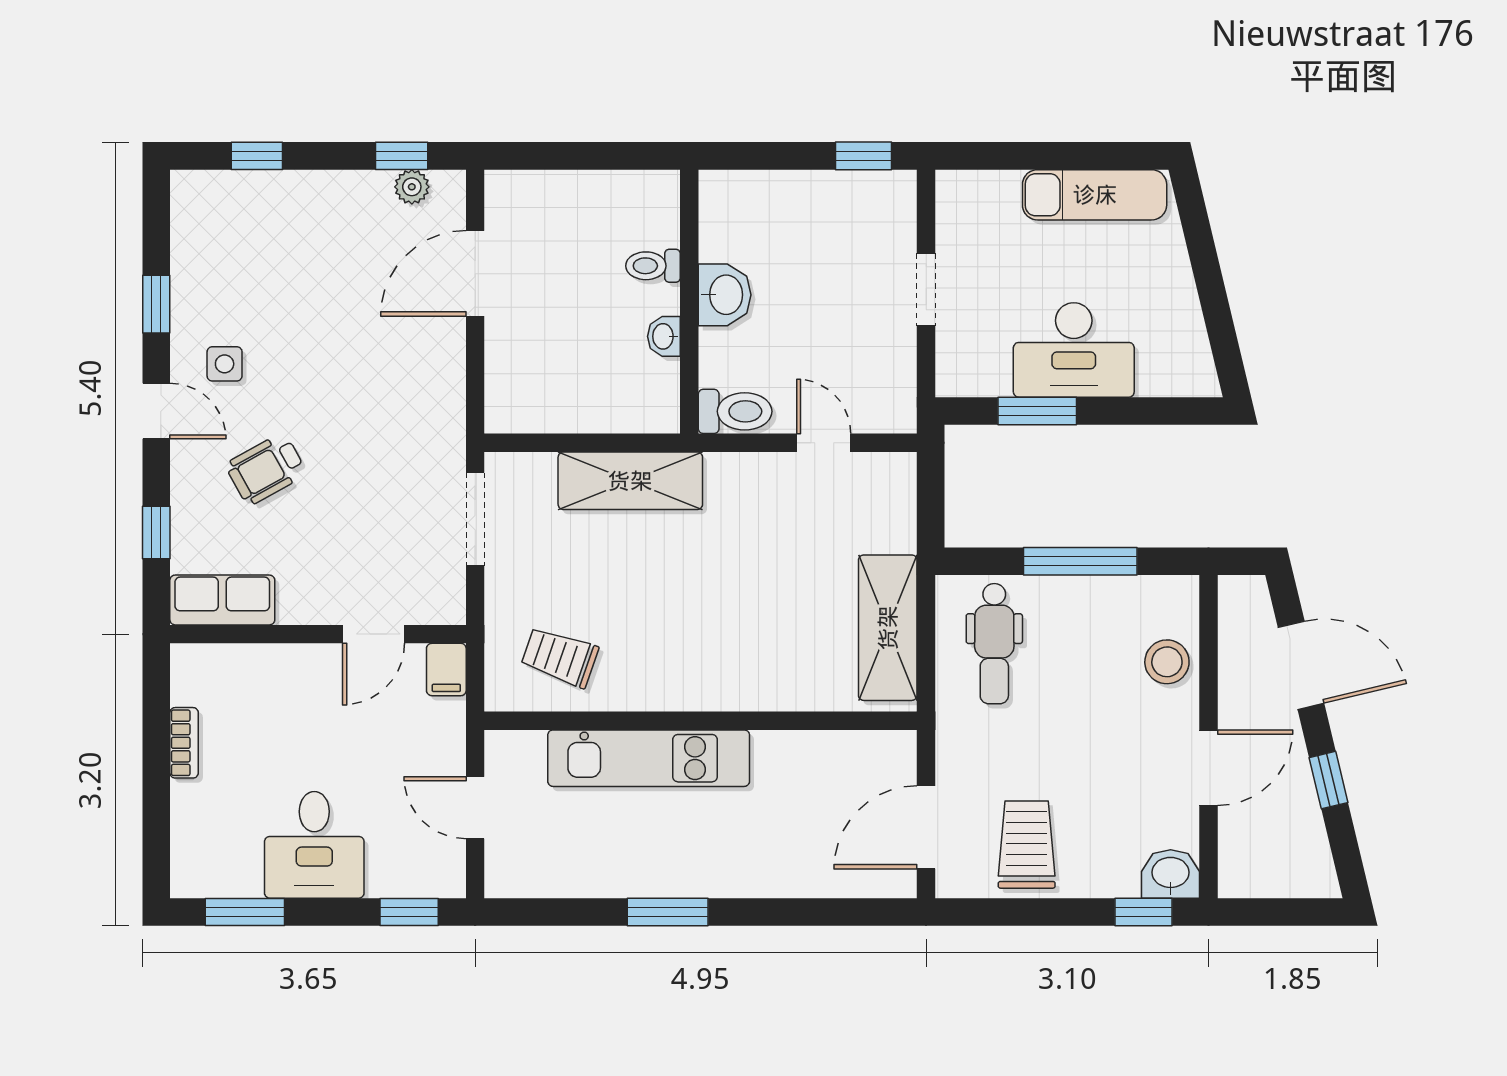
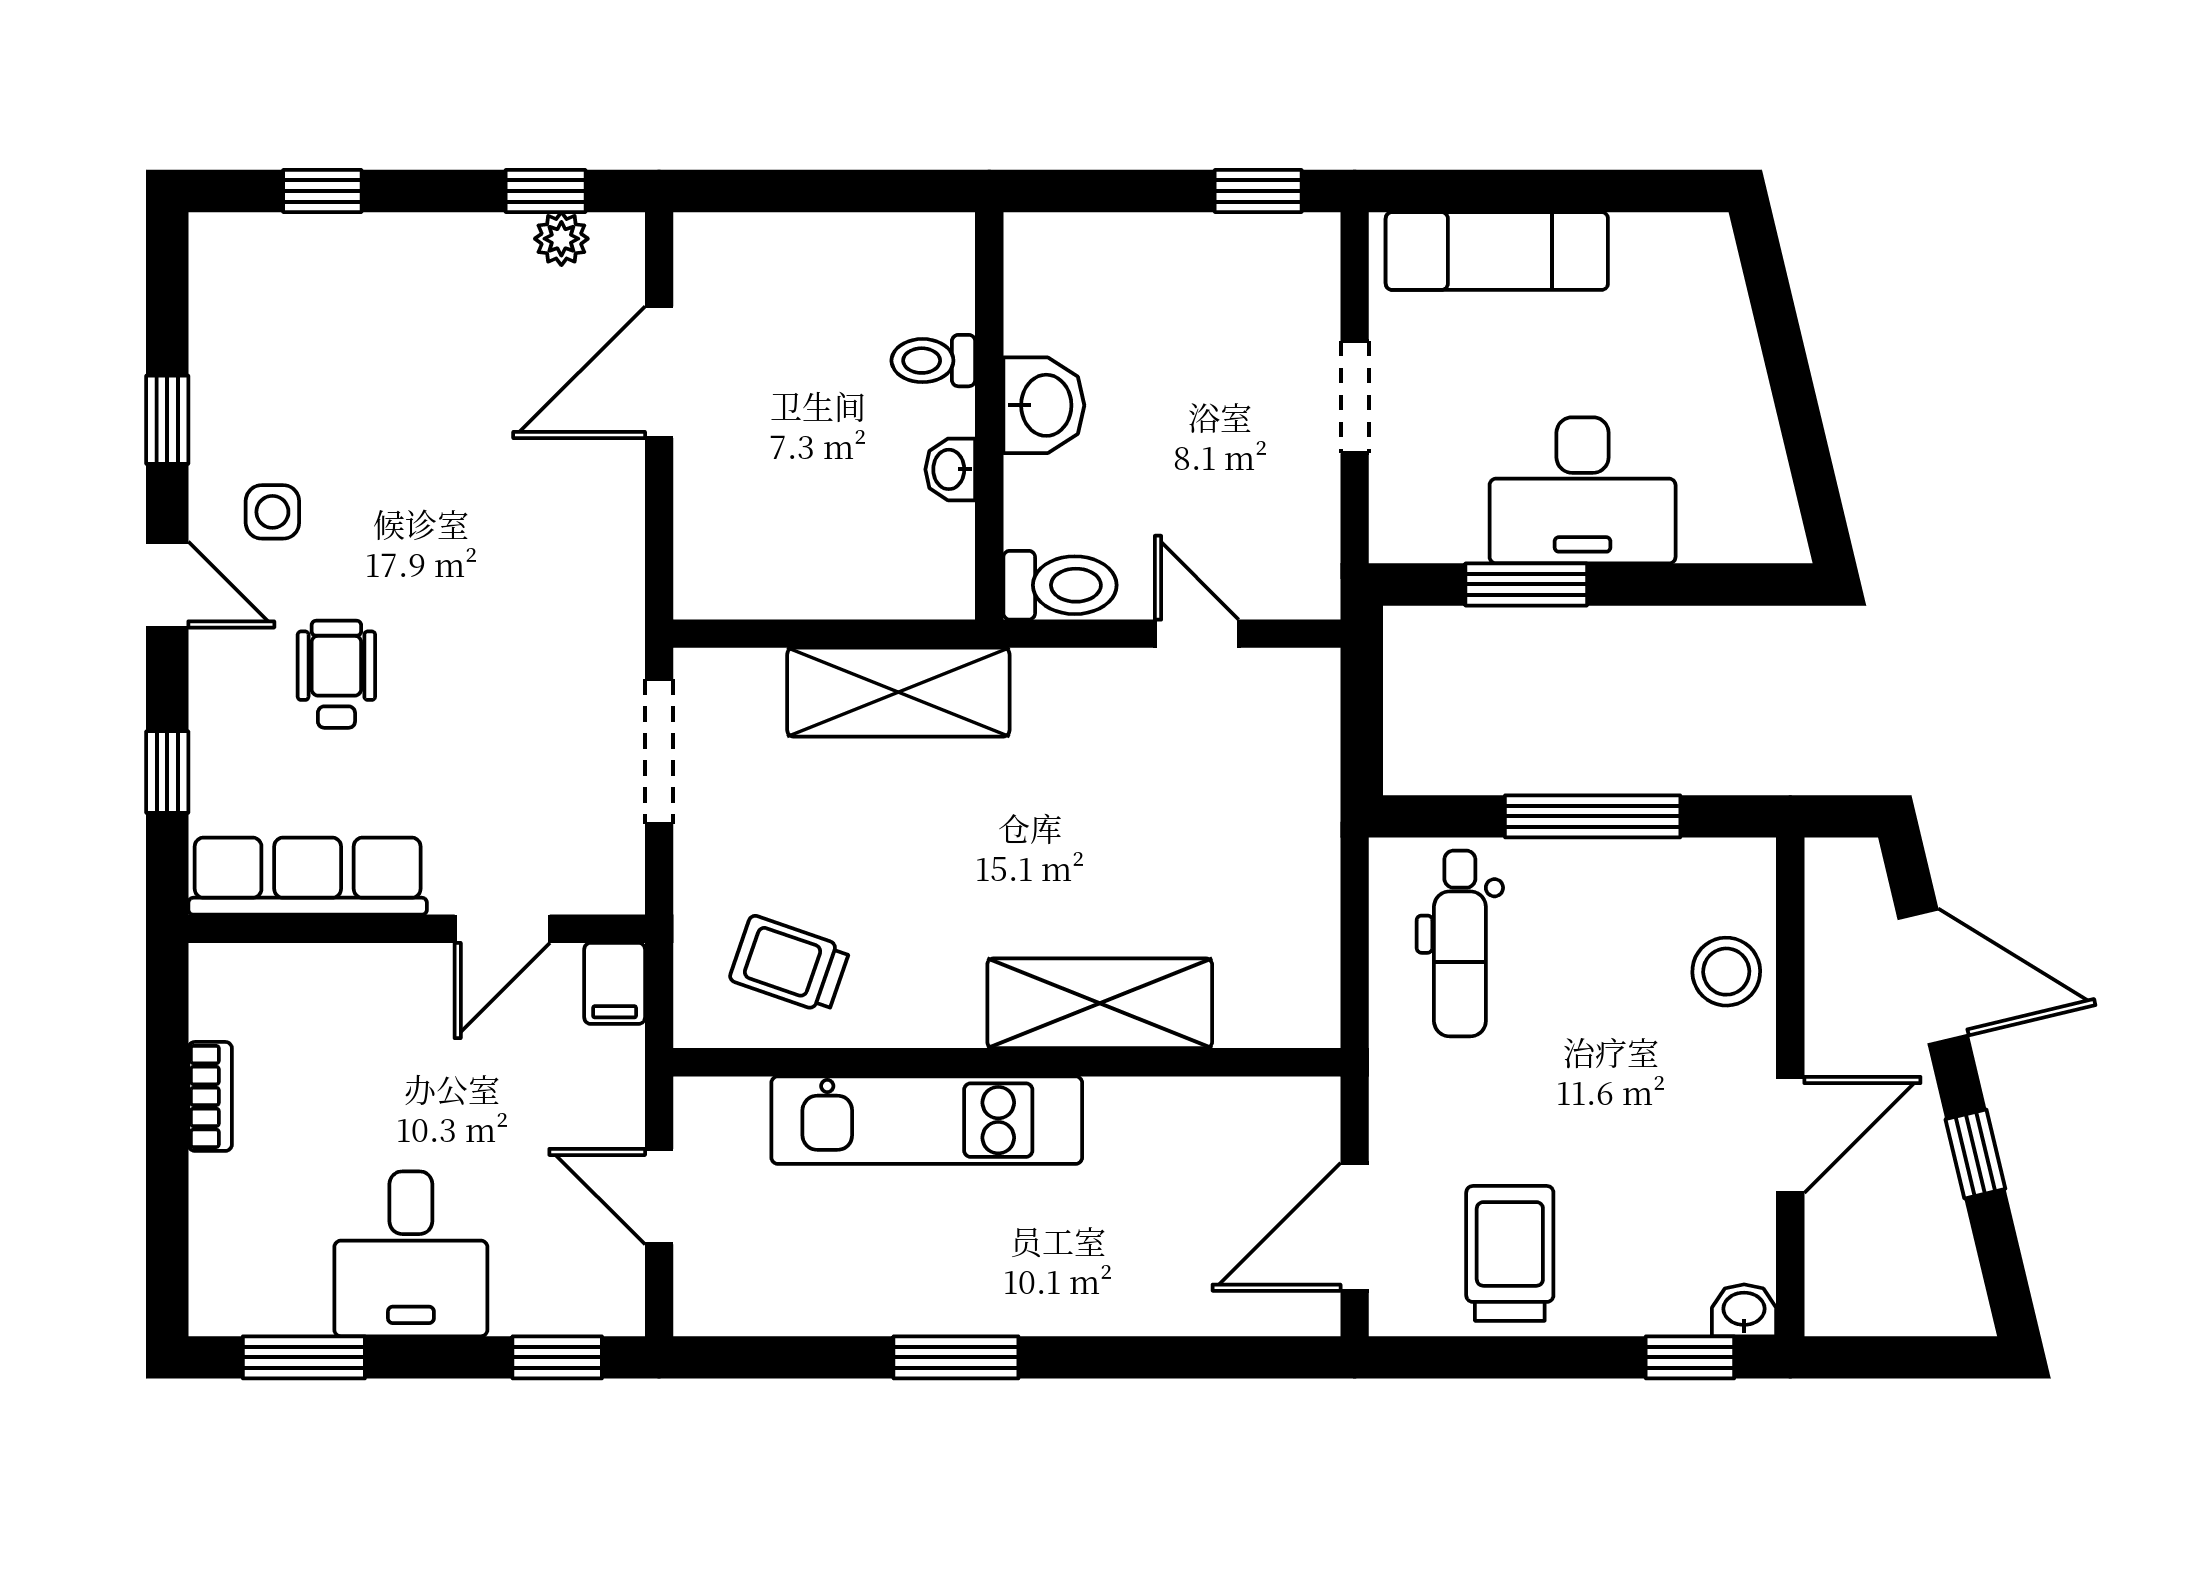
exam couch: (1095, 195) -> (1497, 251), moved
wheelchair: (266, 469) -> (336, 674), turned 119
row of seats: (222, 600) -> (308, 876), width x1.48
shelving: (888, 628) -> (1100, 1003), moved, turned 90
washbasin: (1171, 874) -> (1744, 1310), width x0.72, depth x0.69

